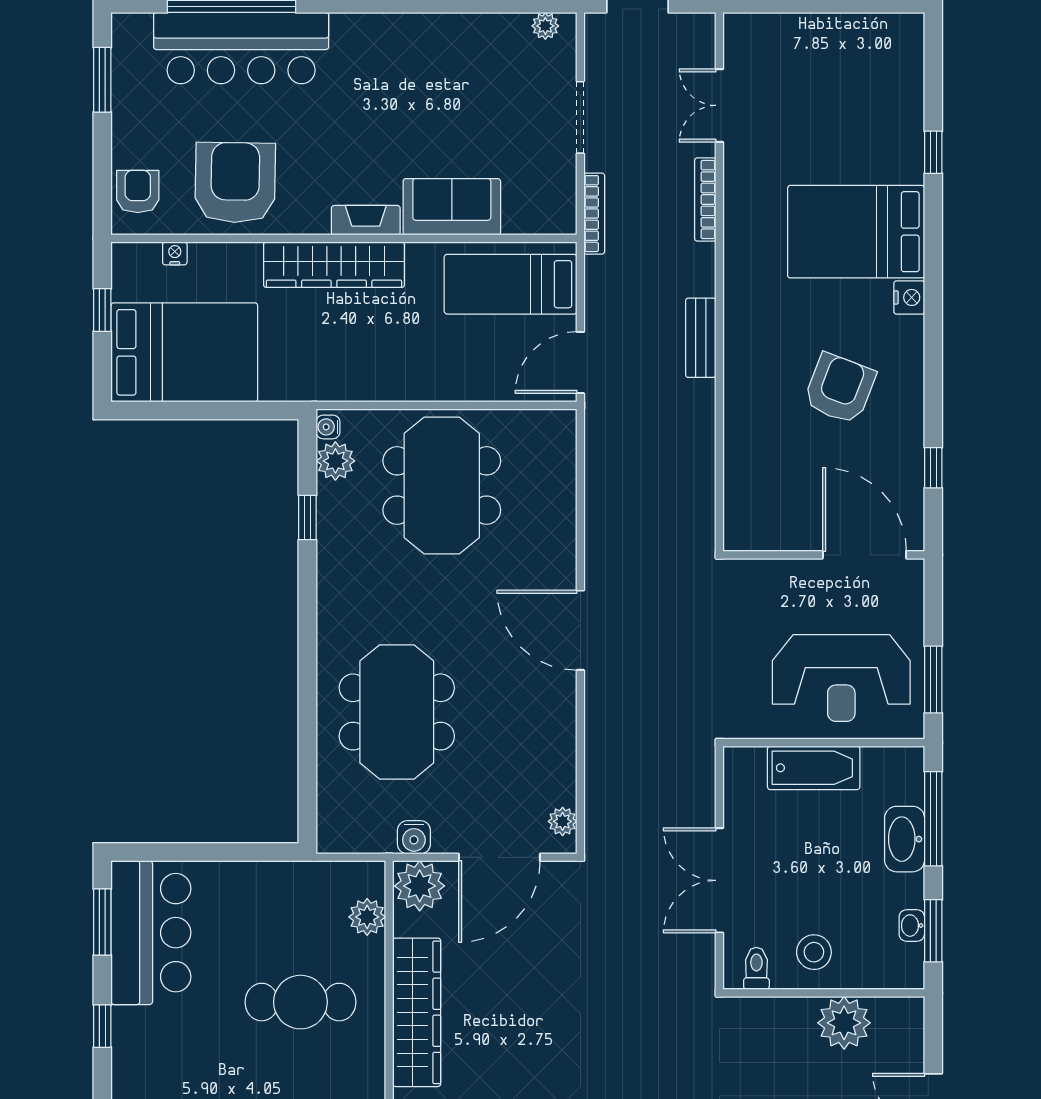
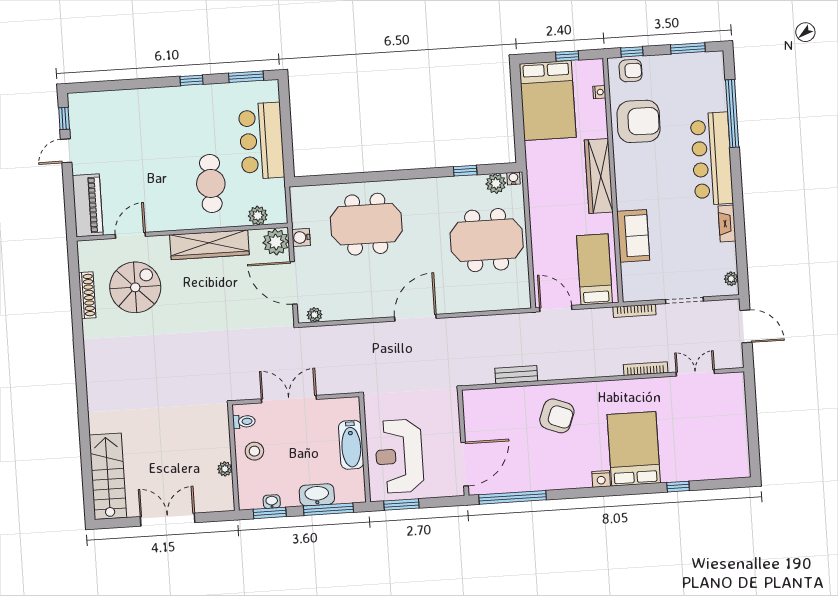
bar counter: (241, 48) -> (712, 159), moved
window: (102, 187) -> (632, 52), added
fireplace: (366, 220) -> (727, 223), moved, turned 180
bench: (701, 338) -> (516, 375), moved
armchair: (840, 389) -> (557, 416), moved
window: (933, 468) -> (513, 497), width x3.17
bar counter: (151, 933) -> (261, 141), moved, turned 90
plant: (844, 1023) -> (225, 469), width x0.53, depth x0.53

